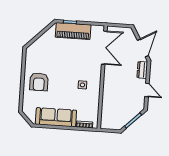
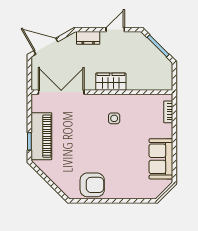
door: (143, 48) -> (46, 46), moved
armchair: (39, 82) -> (92, 185), moved
wardrobe: (109, 84) -> (111, 82), added
sofa: (56, 117) -> (161, 159), width x0.73

